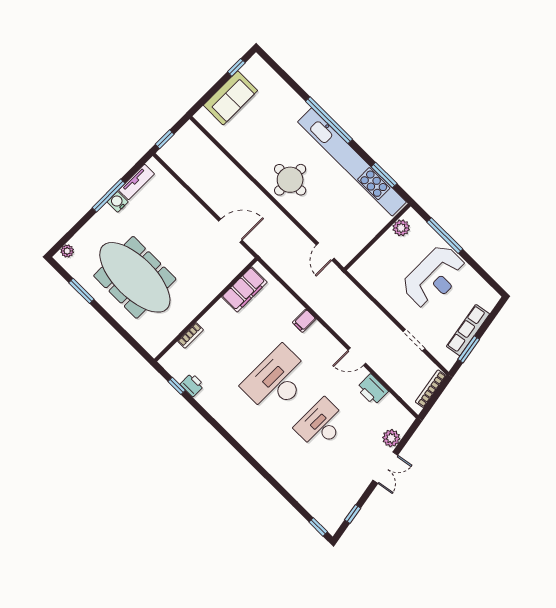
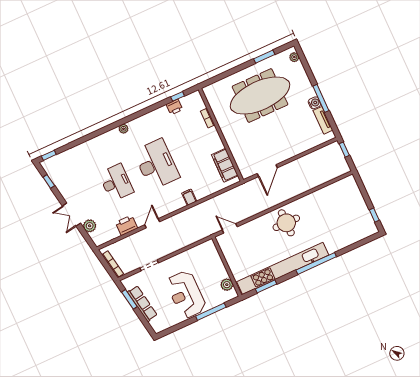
sofa: (230, 98) -> (355, 204), removed
plant: (246, 441) -> (124, 129), added

